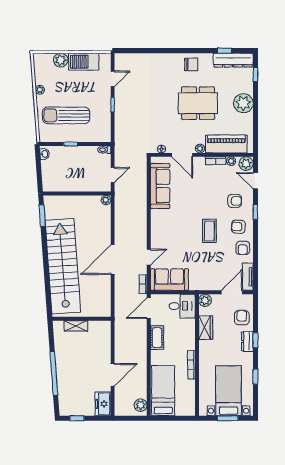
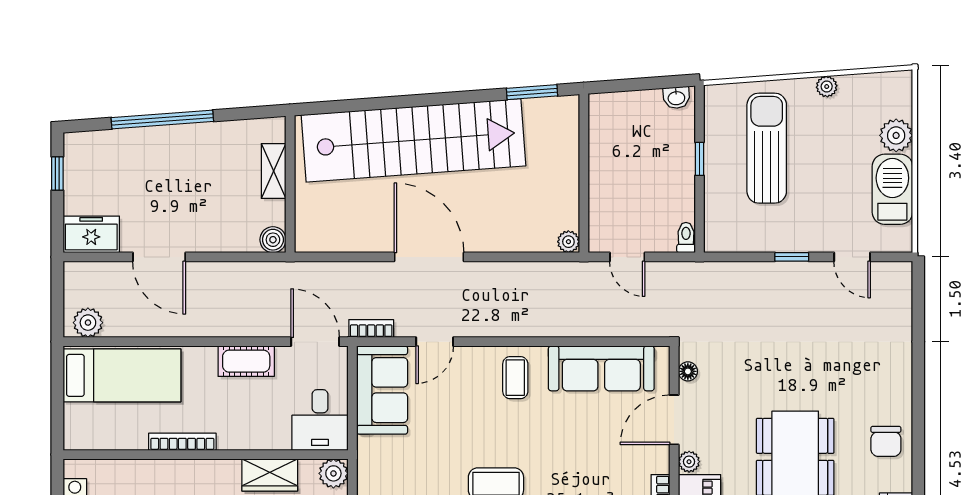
coffee table: (164, 223) -> (515, 378), added
door: (149, 257) -> (435, 342), hinge flipped
boiler: (105, 326) -> (273, 240), added

